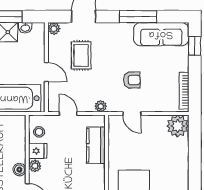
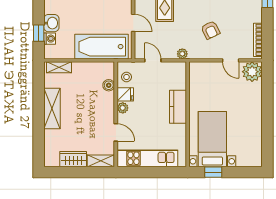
armchair: (132, 80) -> (211, 30), turned 64
door: (132, 113) -> (231, 60), moved
kitchen counter: (96, 145) -> (178, 107), moved
boiler: (19, 170) -> (109, 85), moved

